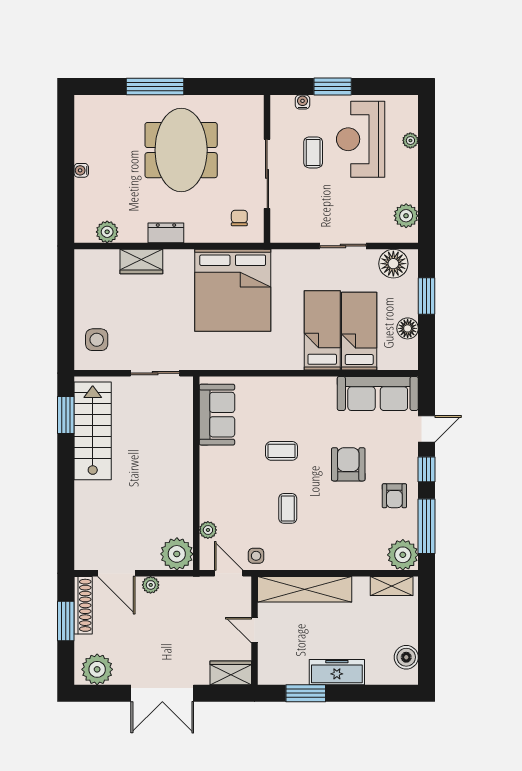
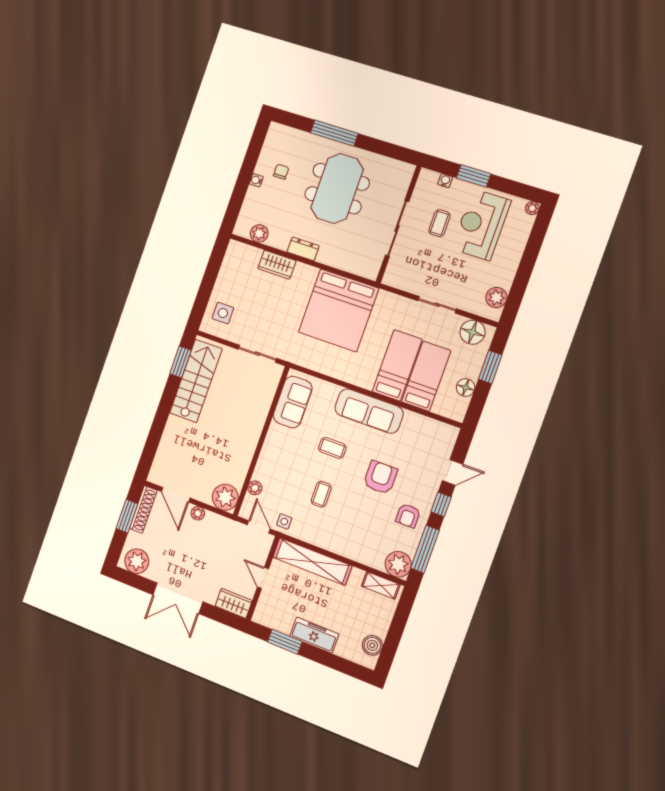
plant: (410, 140) -> (532, 208), moved
chair: (239, 218) -> (281, 172), moved
sofa: (378, 393) -> (369, 411), moved

